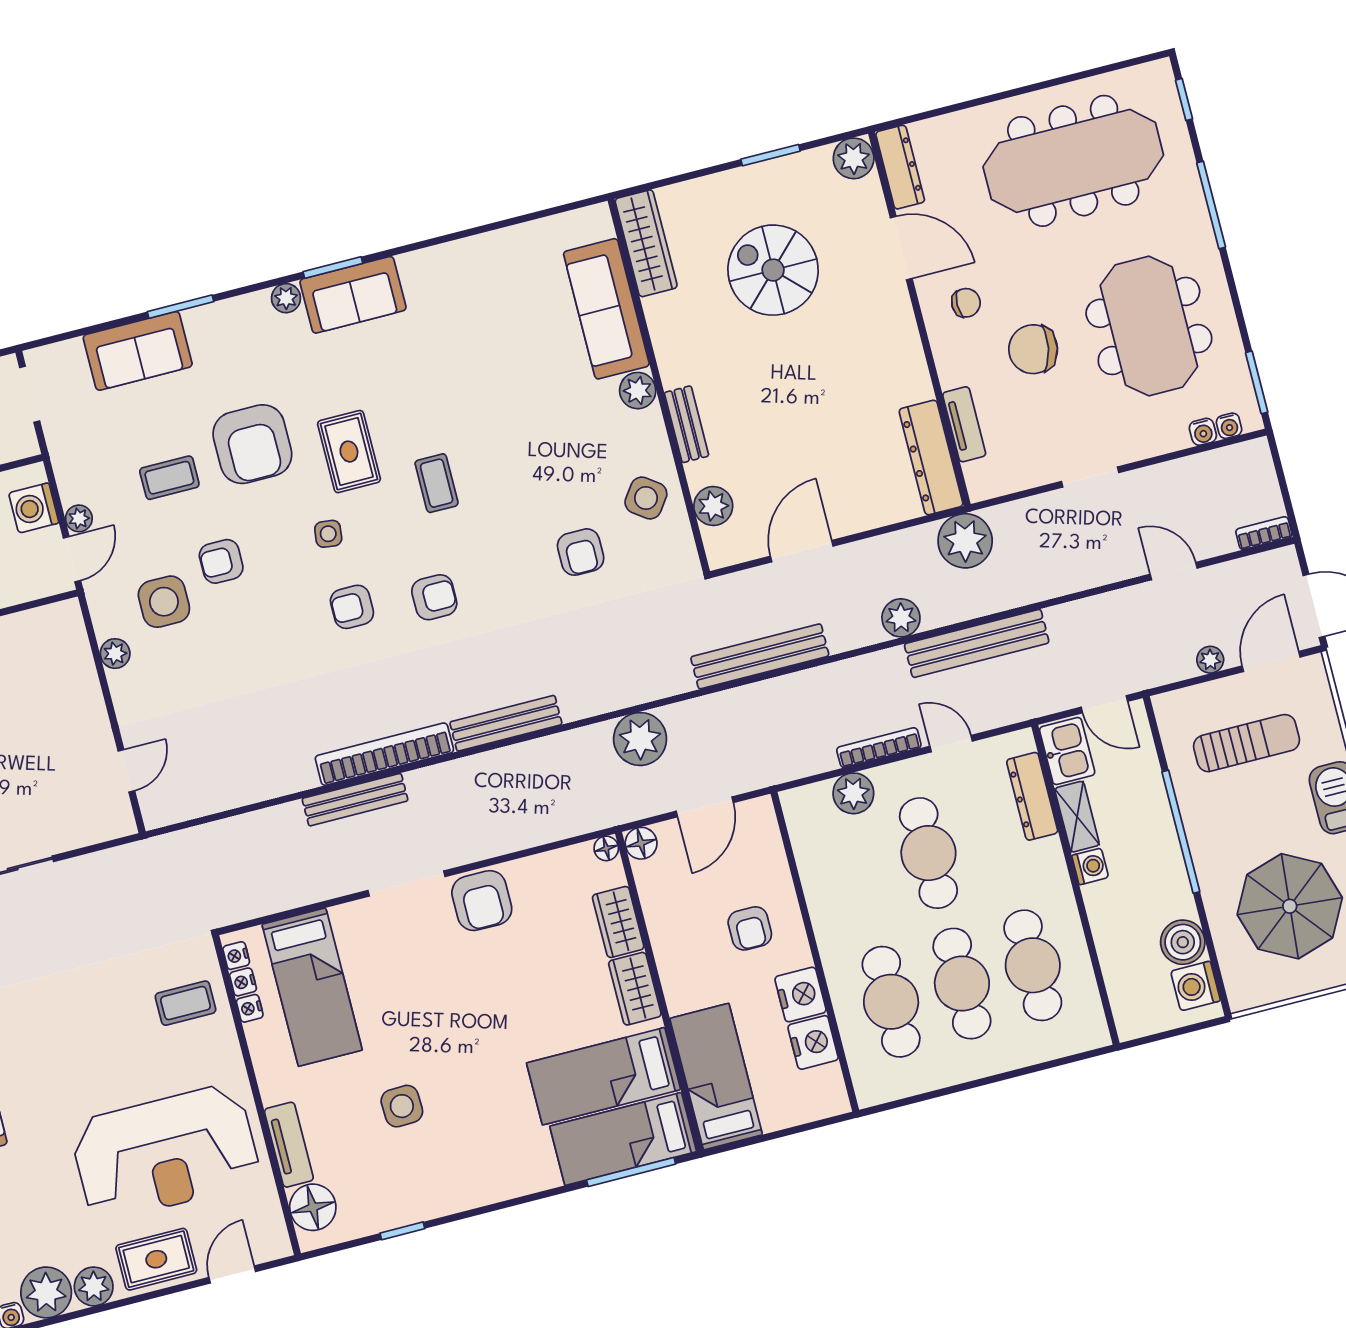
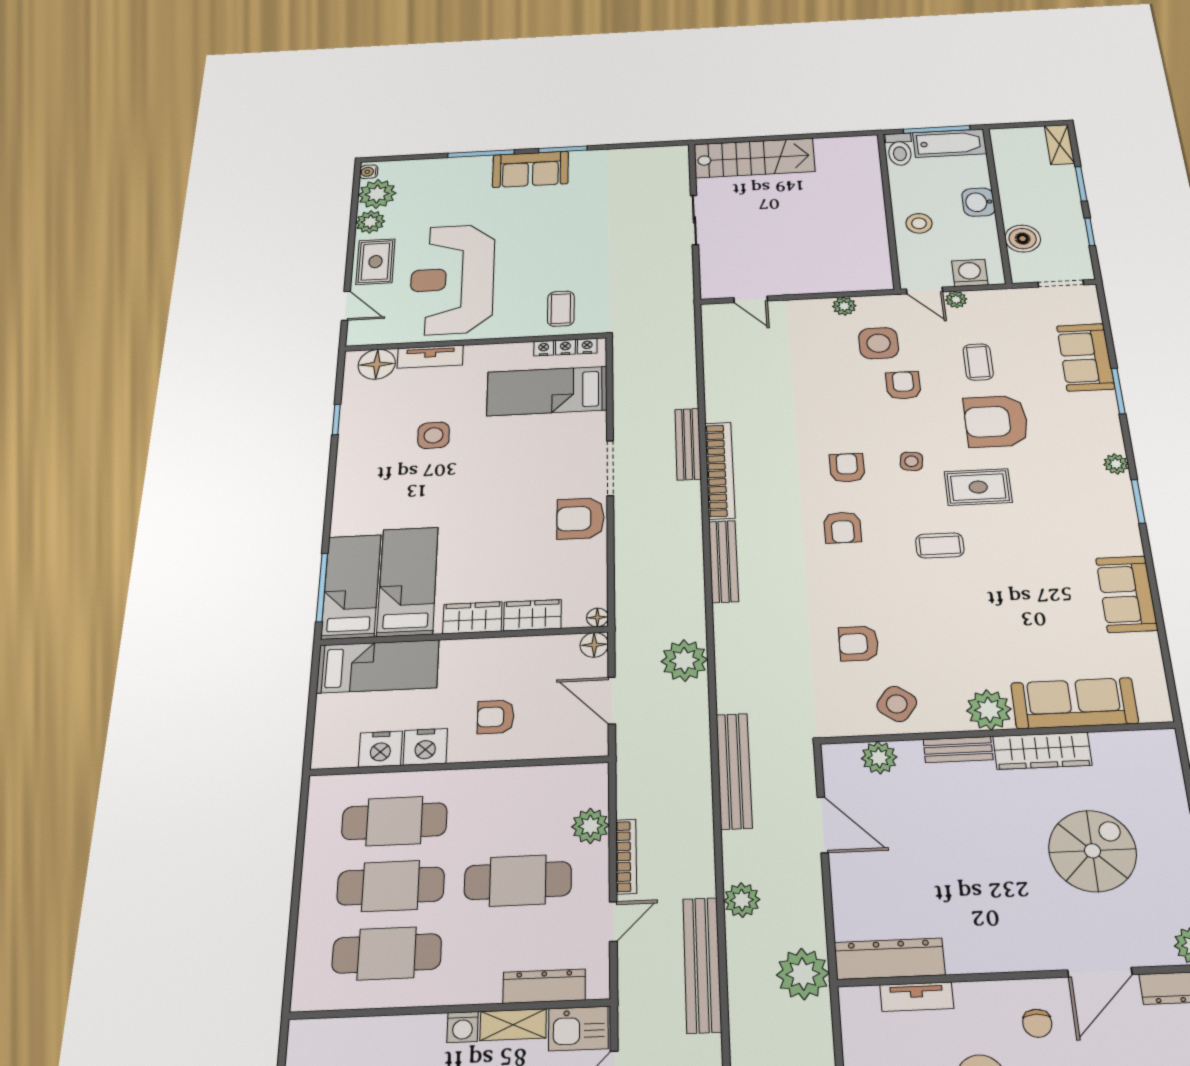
wardrobe: (646, 243) -> (1042, 751), moved
sofa: (353, 295) -> (1127, 594), moved
plant: (638, 391) -> (989, 710), width x1.36, depth x1.36

